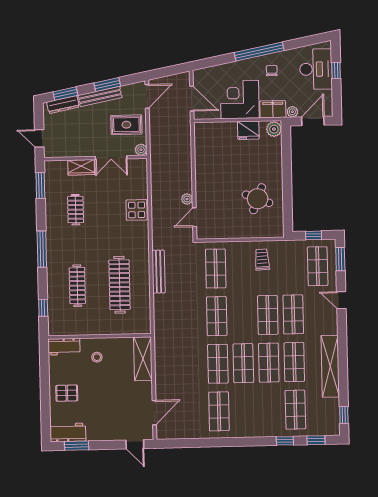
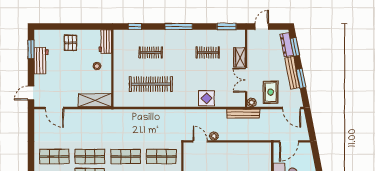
bench: (158, 272) -> (243, 114), moved
clothes rail: (77, 286) -> (151, 52), width x0.73
workbench: (68, 432) -> (41, 61), moved

